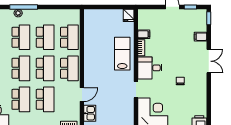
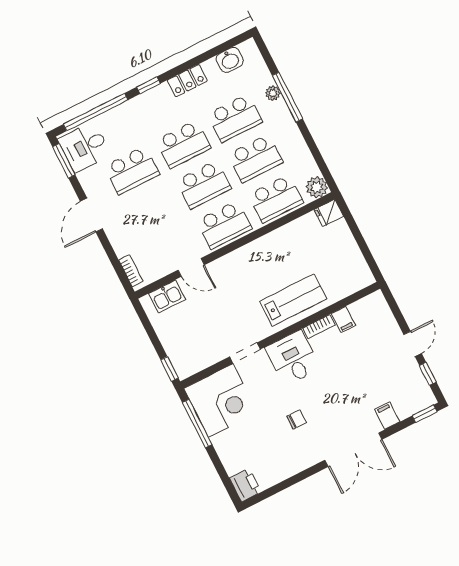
plant: (74, 15) -> (317, 187), added
fridge: (129, 15) -> (329, 213), moved
double door: (209, 61) -> (353, 450), width x1.37
school desk: (45, 99) -> (152, 211), removed

